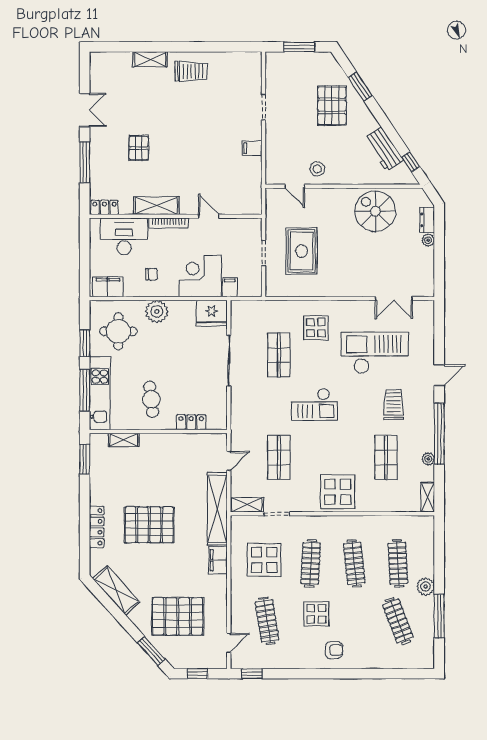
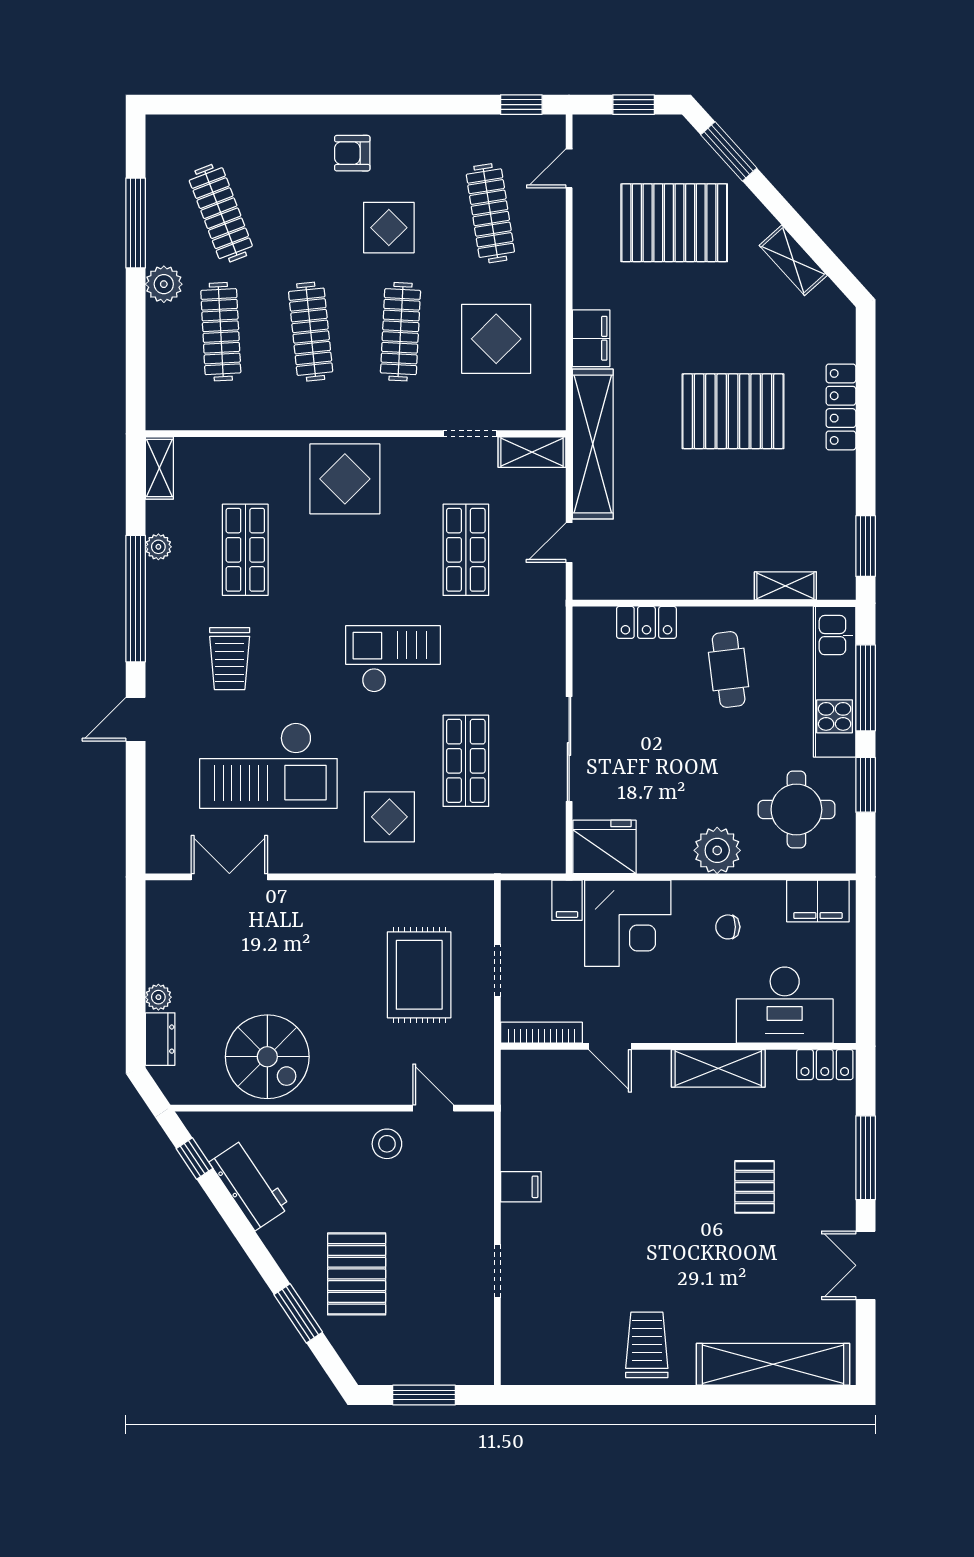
shelving: (150, 59) -> (773, 1364), width x2.20, depth x1.33
trolley: (191, 71) -> (647, 1345), turned 90
bookcase: (169, 223) -> (541, 1033), moved
shelving: (116, 590) -> (793, 260), width x0.67, depth x0.75

